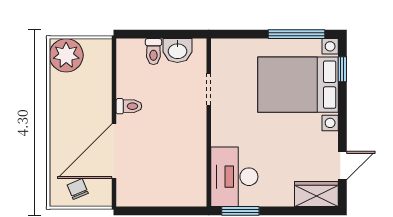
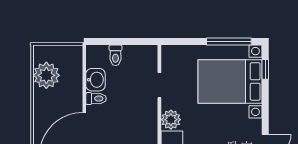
washbasin: (177, 51) -> (95, 80), moved, turned -90
plant: (66, 55) -> (46, 75), moved
plant: (223, 133) -> (171, 120), added

